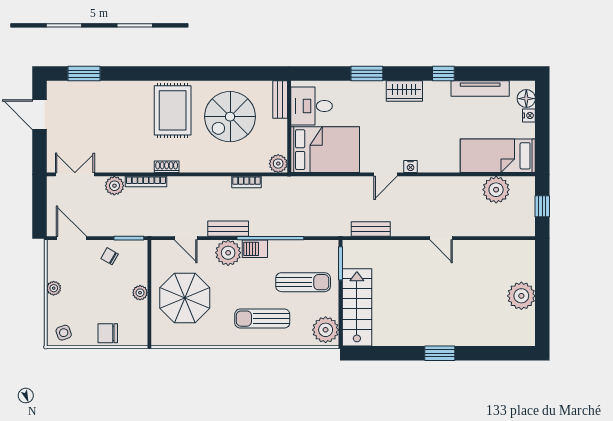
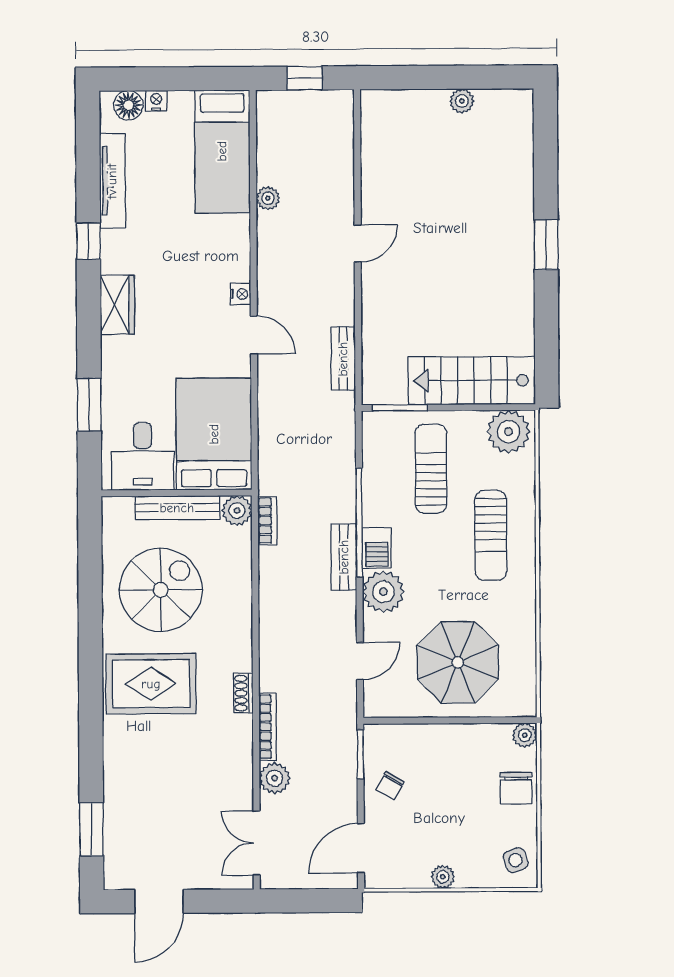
window: (367, 74) -> (89, 405), moved
bench: (280, 100) -> (177, 508), moved, width x1.36
spiral stairs: (230, 117) -> (161, 590), turned -90
bookcase: (247, 182) -> (267, 521), moved
plant: (496, 190) -> (268, 198), moved, width x0.53, depth x0.53
bench: (228, 229) -> (344, 557), moved
plant: (140, 293) -> (525, 735), moved
plant: (521, 296) -> (462, 101), width x0.53, depth x0.53

